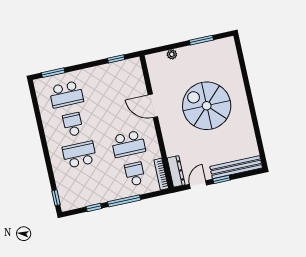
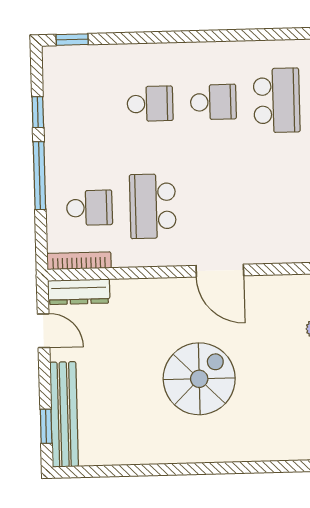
school desk: (66, 94) -> (277, 100), turned 180
door: (153, 106) -> (220, 271), swing flipped
spiral stairs: (207, 106) -> (199, 379), width x0.73, depth x0.73
school desk: (80, 155) -> (150, 104), width x0.54
window: (222, 179) -> (46, 426), moved

